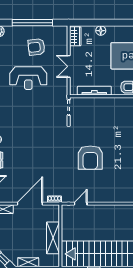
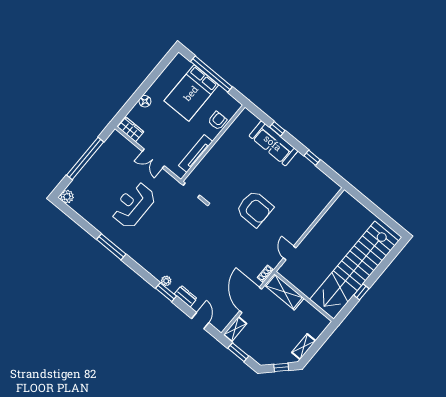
armchair: (36, 47) -> (111, 173), removed
reception desk: (28, 78) -> (133, 205), turned 180
shelving: (53, 238) -> (284, 292), moved

